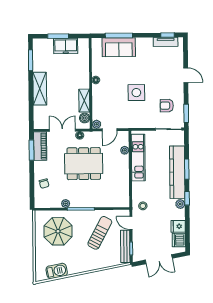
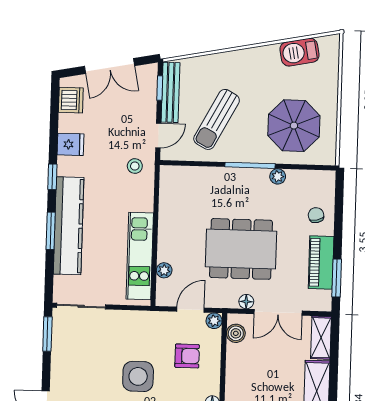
shelving: (84, 101) -> (321, 338), moved
armchair: (167, 106) -> (187, 356), moved
piano: (40, 146) -> (321, 262), moved
plant: (180, 204) -> (65, 167), removed
door: (131, 223) -> (158, 135), hinge flipped
fridge: (178, 226) -> (71, 144), moved
double door: (159, 259) -> (109, 66), swing flipped

